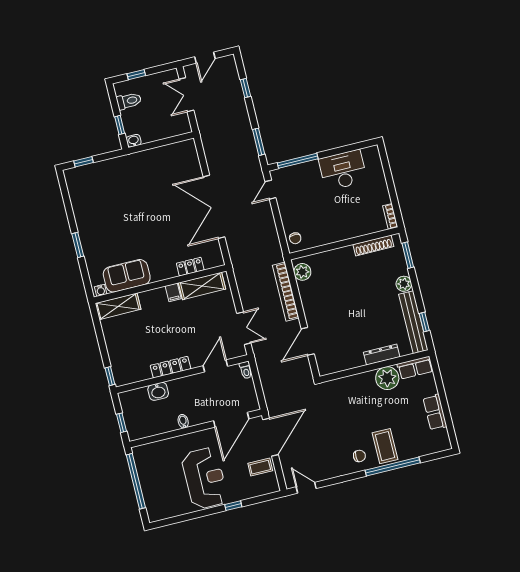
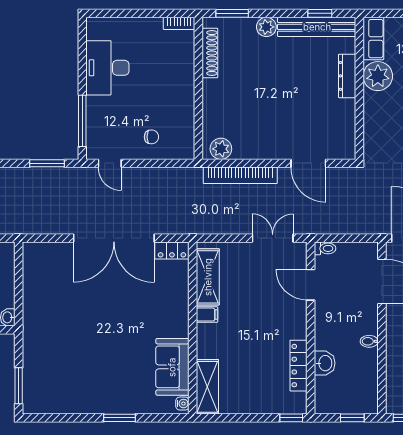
window: (83, 162) -> (19, 386), width x1.50
chair: (295, 238) -> (151, 137), moved
locker: (190, 267) -> (172, 251), moved, turned -90
locker: (170, 367) -> (299, 366), moved

